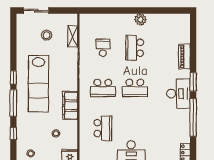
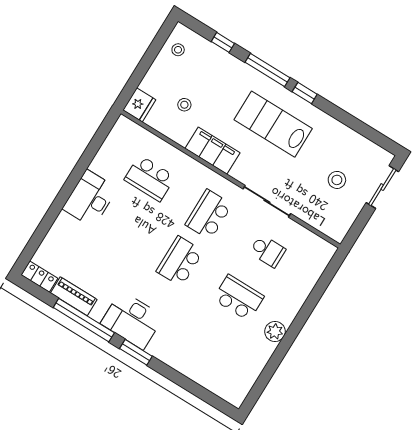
shelving: (73, 36) -> (312, 217), removed
piano: (184, 57) -> (74, 296), moved
lab bench: (38, 84) -> (273, 124), width x0.73

